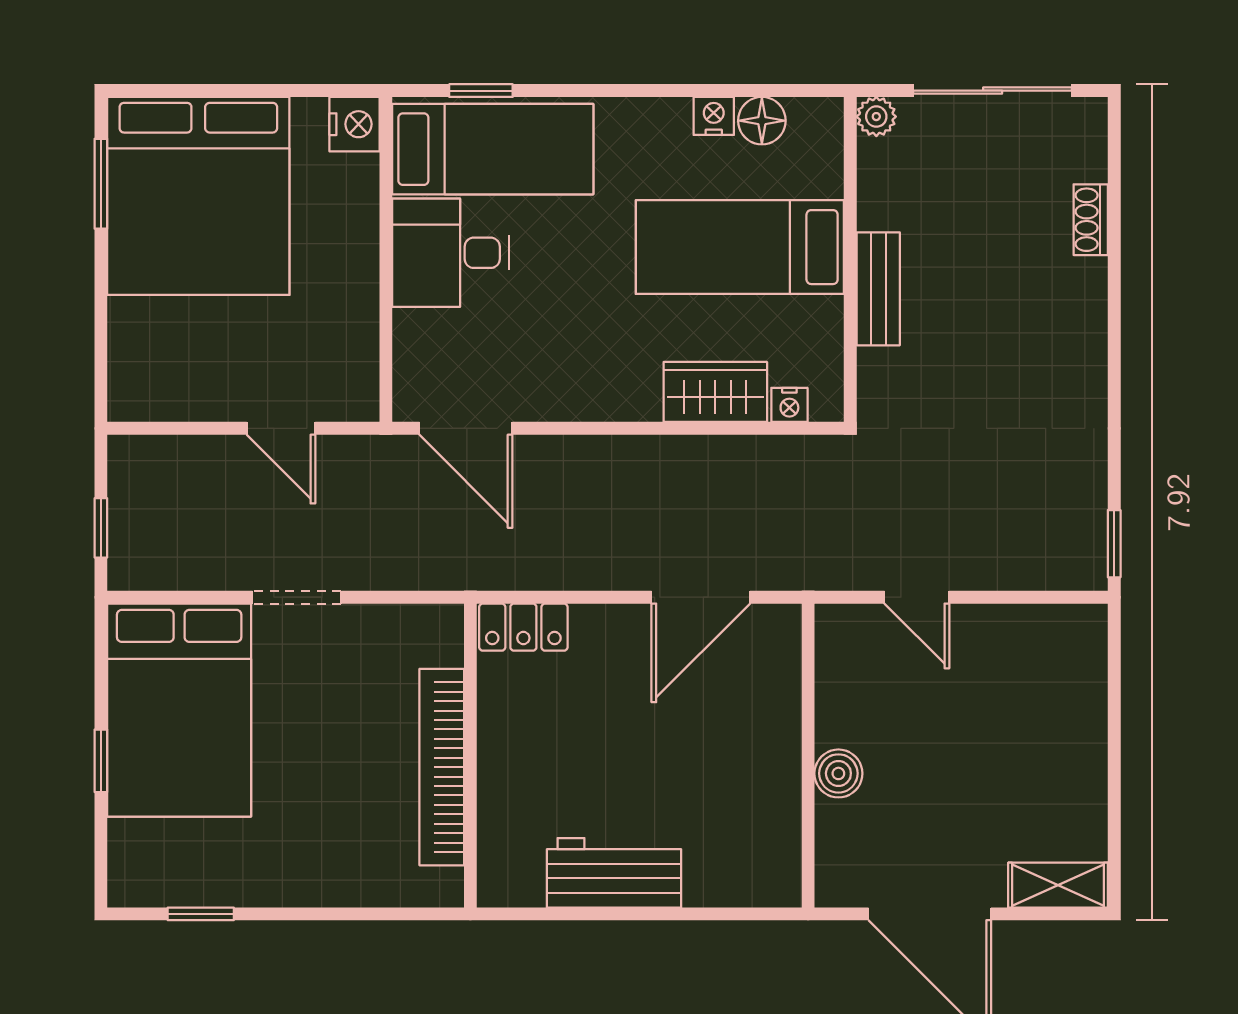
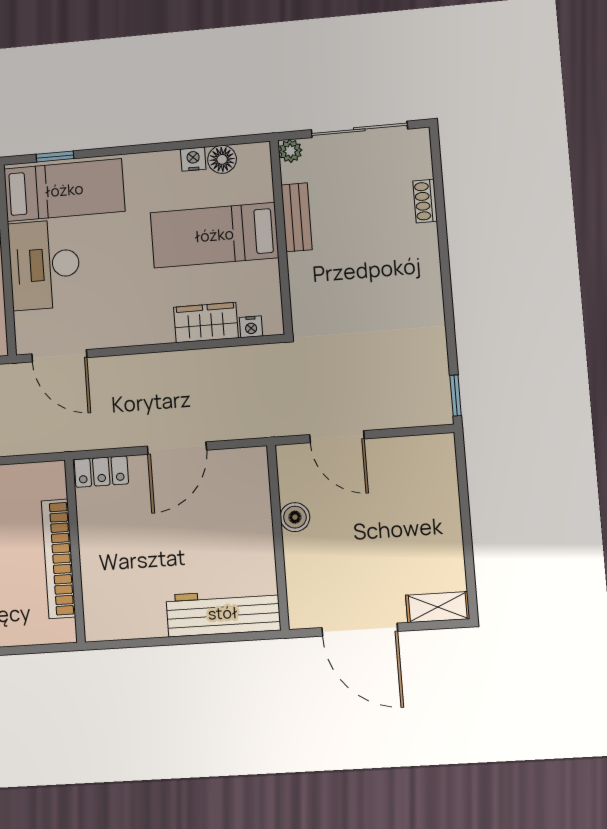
desk: (451, 253) -> (44, 265), width x1.37
bench: (878, 289) -> (297, 217), moved
door: (701, 597) -> (177, 448), moved
door: (917, 597) -> (337, 437), width x1.38
boiler: (838, 773) -> (295, 517), moved
workbench: (614, 873) -> (223, 613), moved, width x1.38

